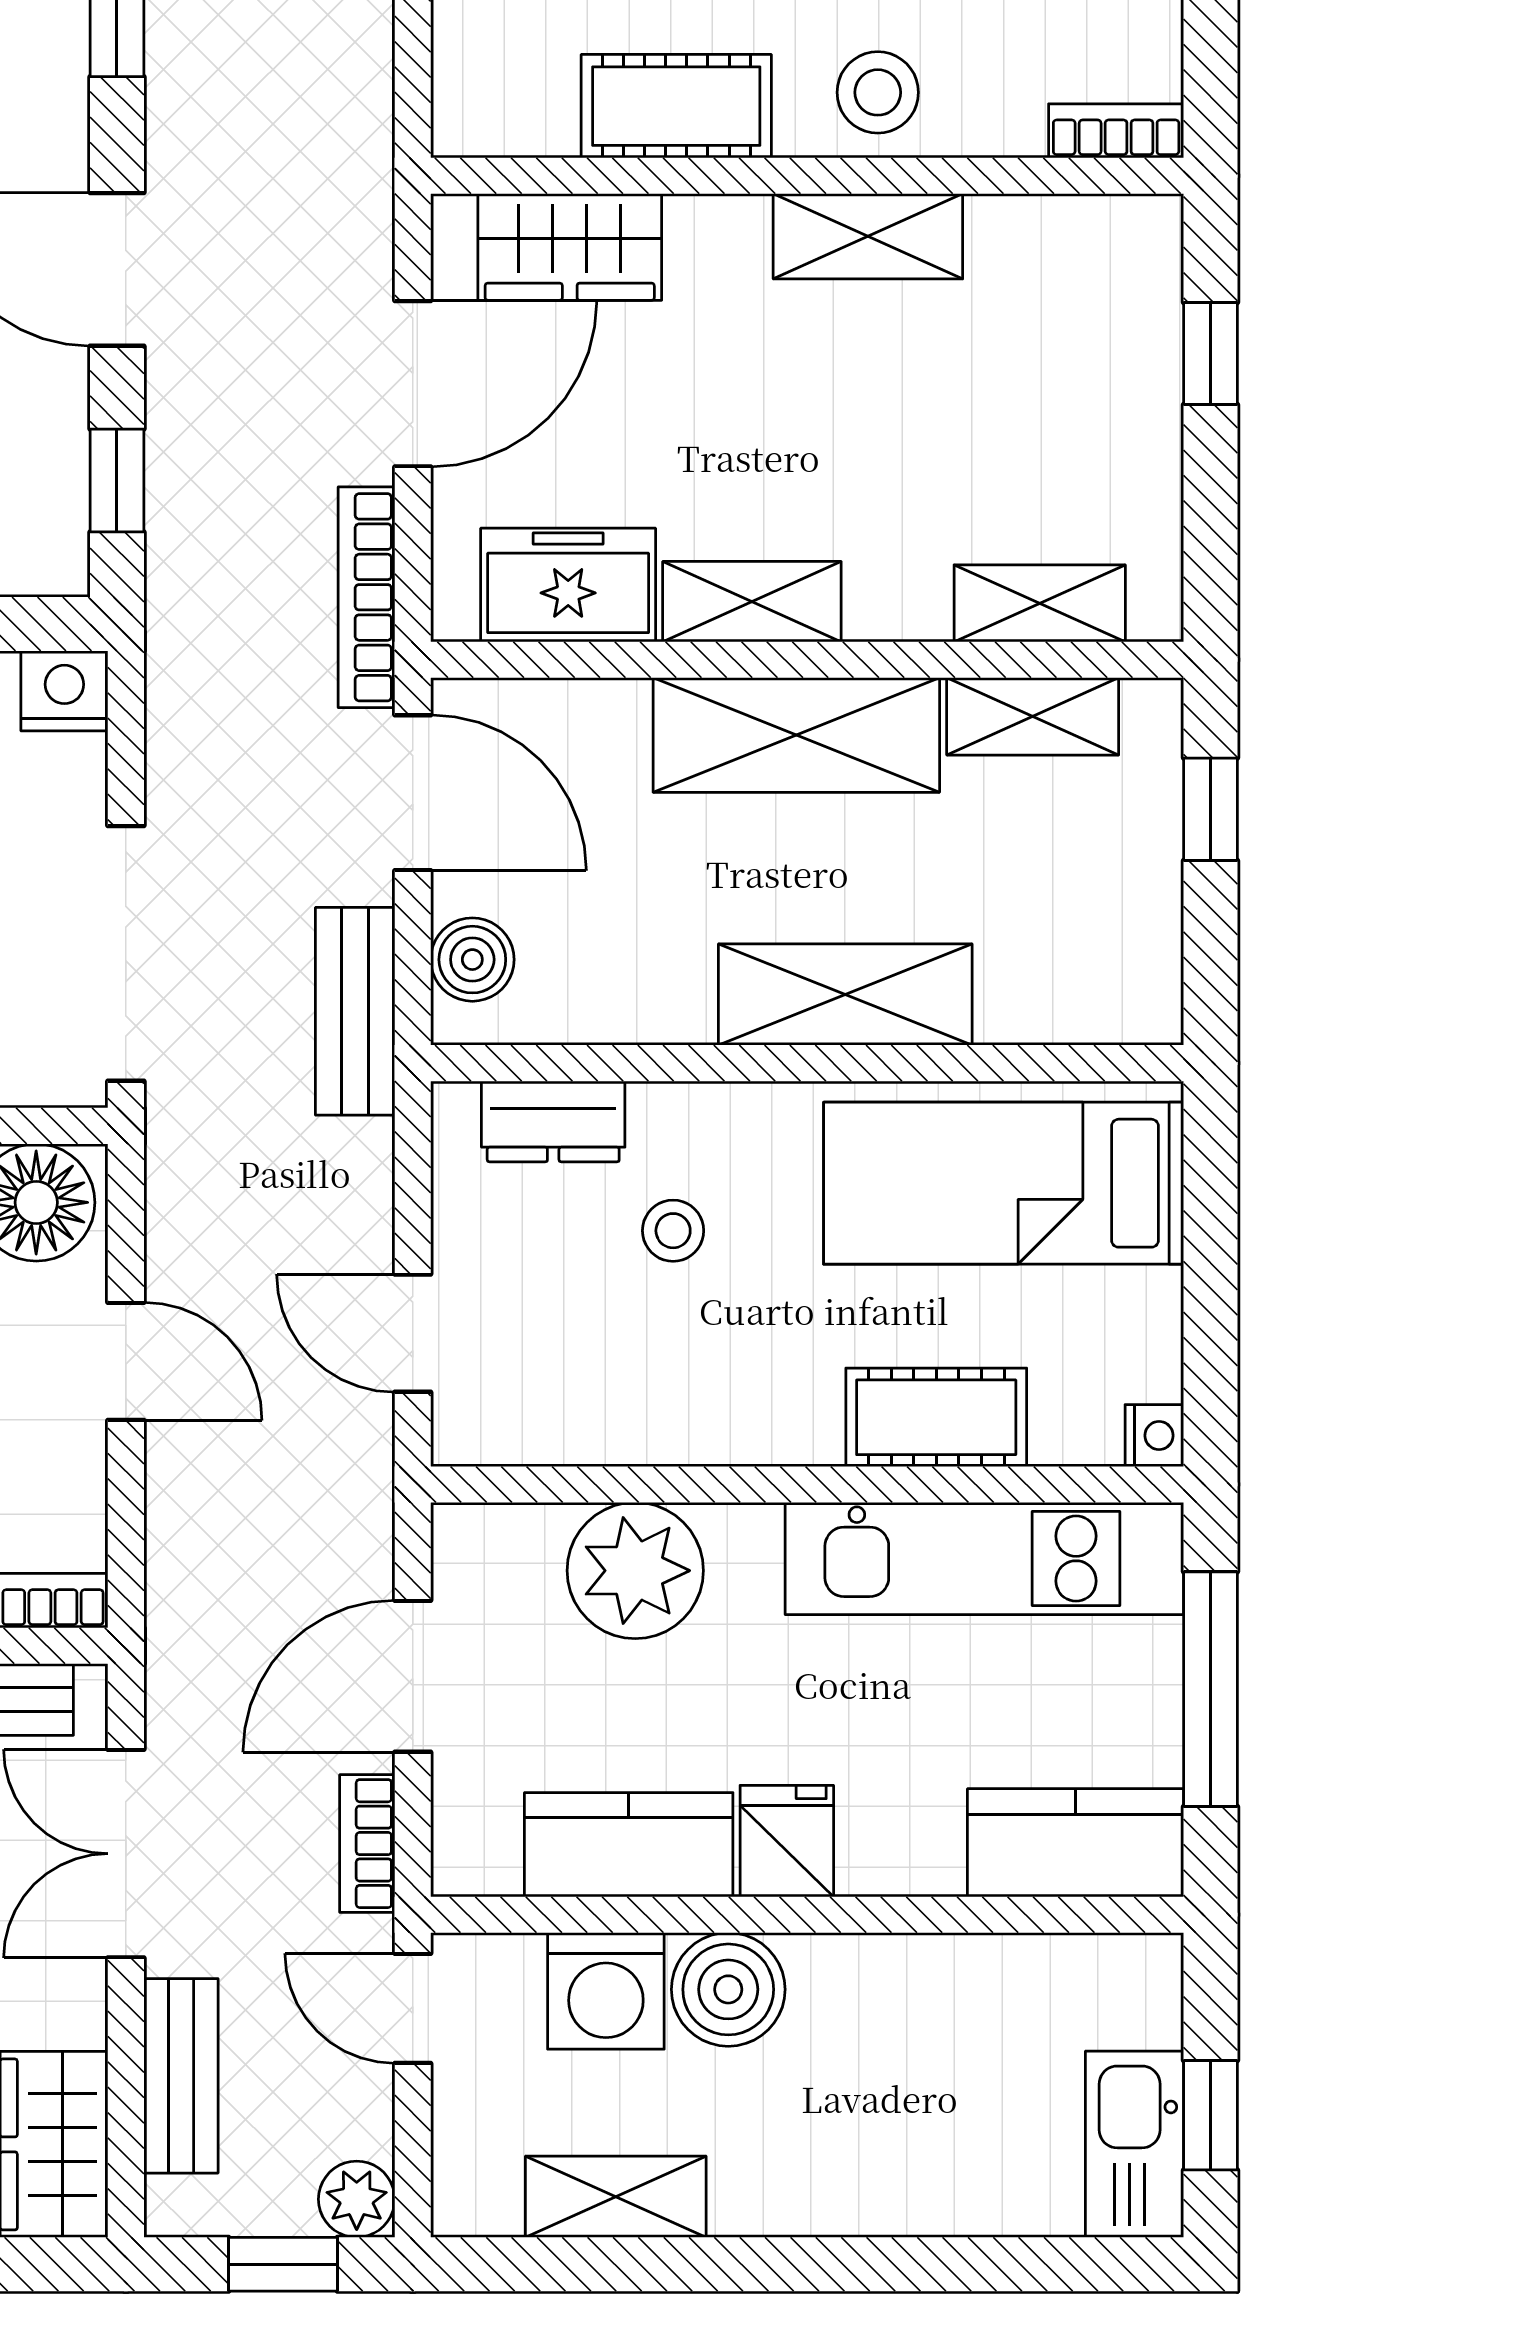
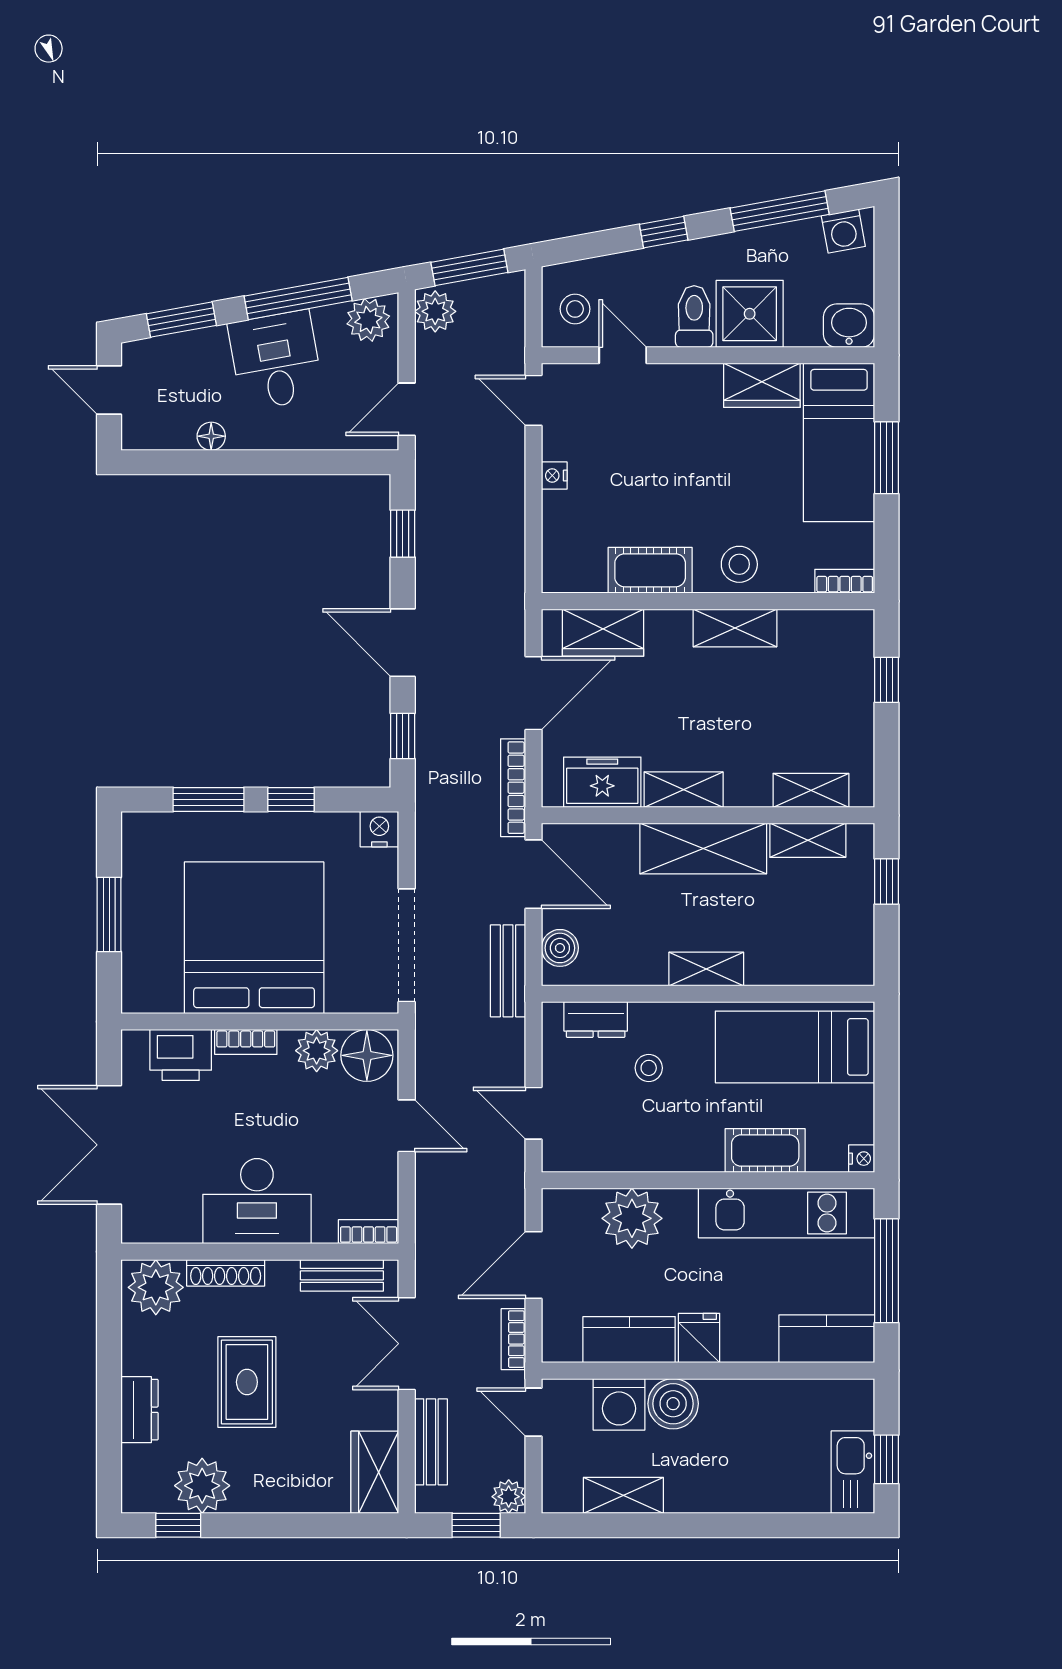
shelving: (845, 994) -> (706, 969), width x0.67, depth x0.75

